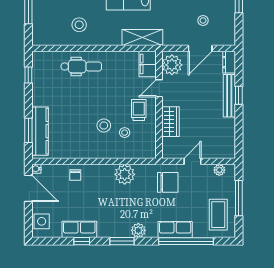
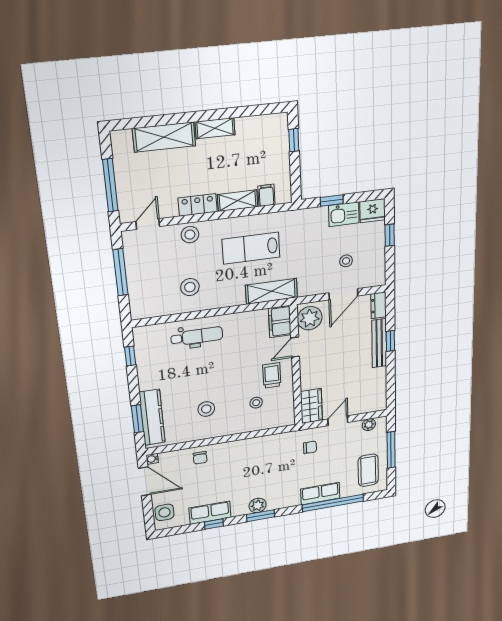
wardrobe: (171, 122) -> (311, 406), moved
stool: (104, 126) -> (206, 409), moved
plant: (125, 174) -> (259, 447), removed
chair: (168, 182) -> (310, 447), width x0.54, depth x0.54
plant: (138, 230) -> (258, 505), moved

